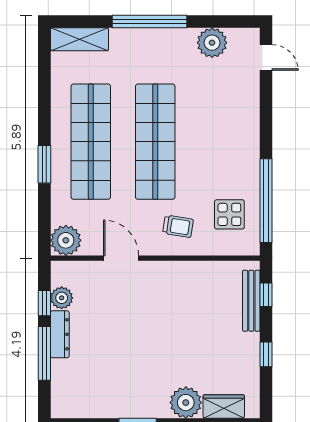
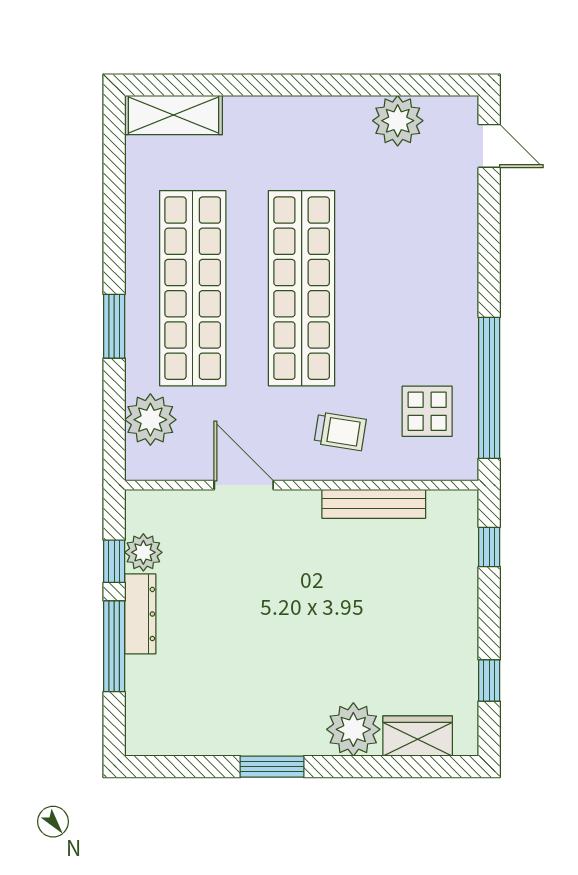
window: (149, 22) -> (292, 85), removed
plant: (66, 240) -> (150, 420), moved
bench: (251, 301) -> (374, 504), moved, turned 90
window: (266, 354) -> (489, 680), moved

